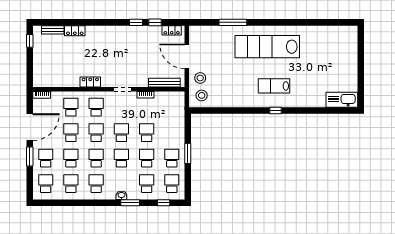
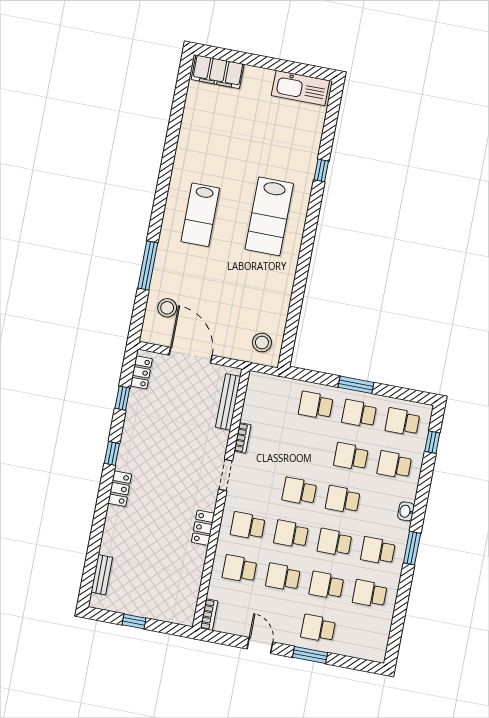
window: (136, 22) -> (112, 453), moved
locker: (75, 31) -> (120, 489), moved
window: (30, 41) -> (134, 621), moved
filing cabinet: (350, 41) -> (218, 72), added
lab bench: (267, 47) -> (200, 215), width x0.54, depth x0.72
door: (187, 56) -> (191, 355), swing flipped
stool: (200, 78) -> (167, 308), moved
lab bench: (274, 86) -> (269, 216), width x1.36, depth x1.39
kitchen sink: (342, 100) -> (300, 88), moved, turned -90
window: (276, 110) -> (321, 170), moved
door: (30, 127) -> (260, 645), width x0.53
school desk: (147, 133) -> (316, 405), moved
school desk: (46, 184) -> (362, 637), removed
window: (130, 203) -> (412, 548), moved

